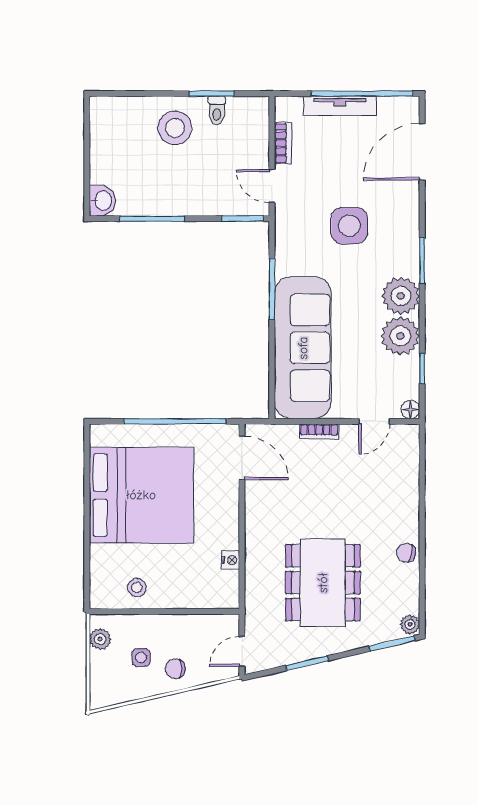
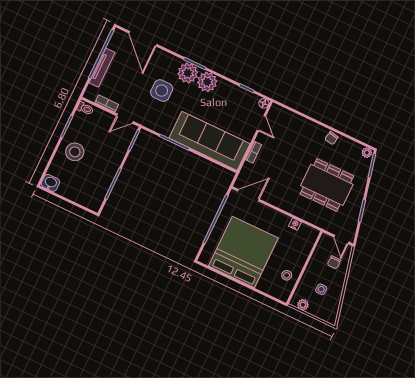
toilet: (217, 110) -> (85, 108), moved
washbasin: (102, 201) -> (50, 183), moved
plant: (400, 336) -> (188, 73), moved
chair: (175, 669) -> (334, 262), moved

